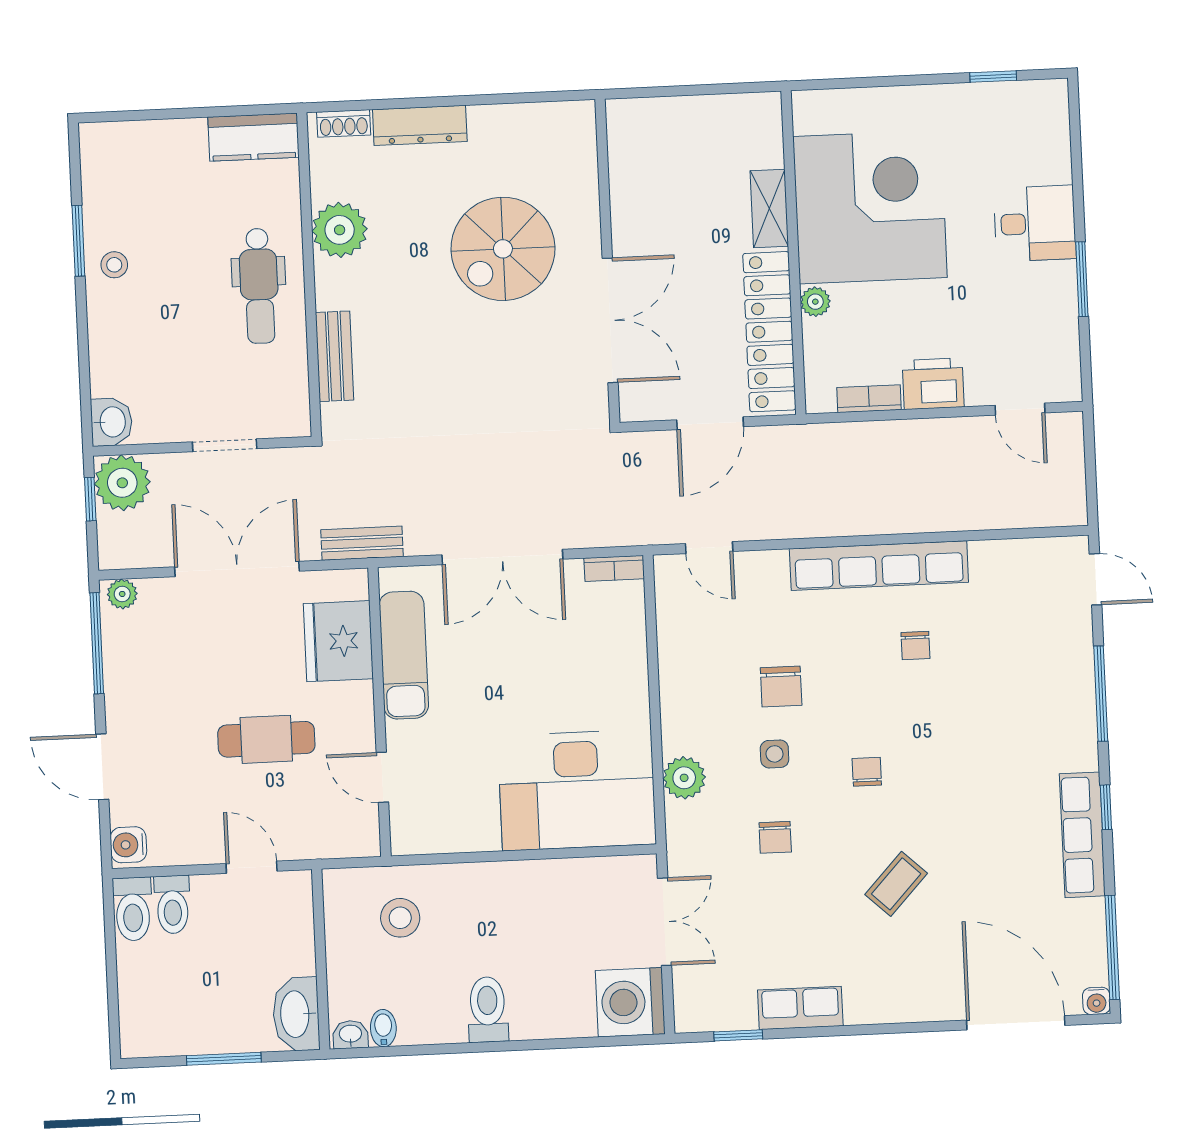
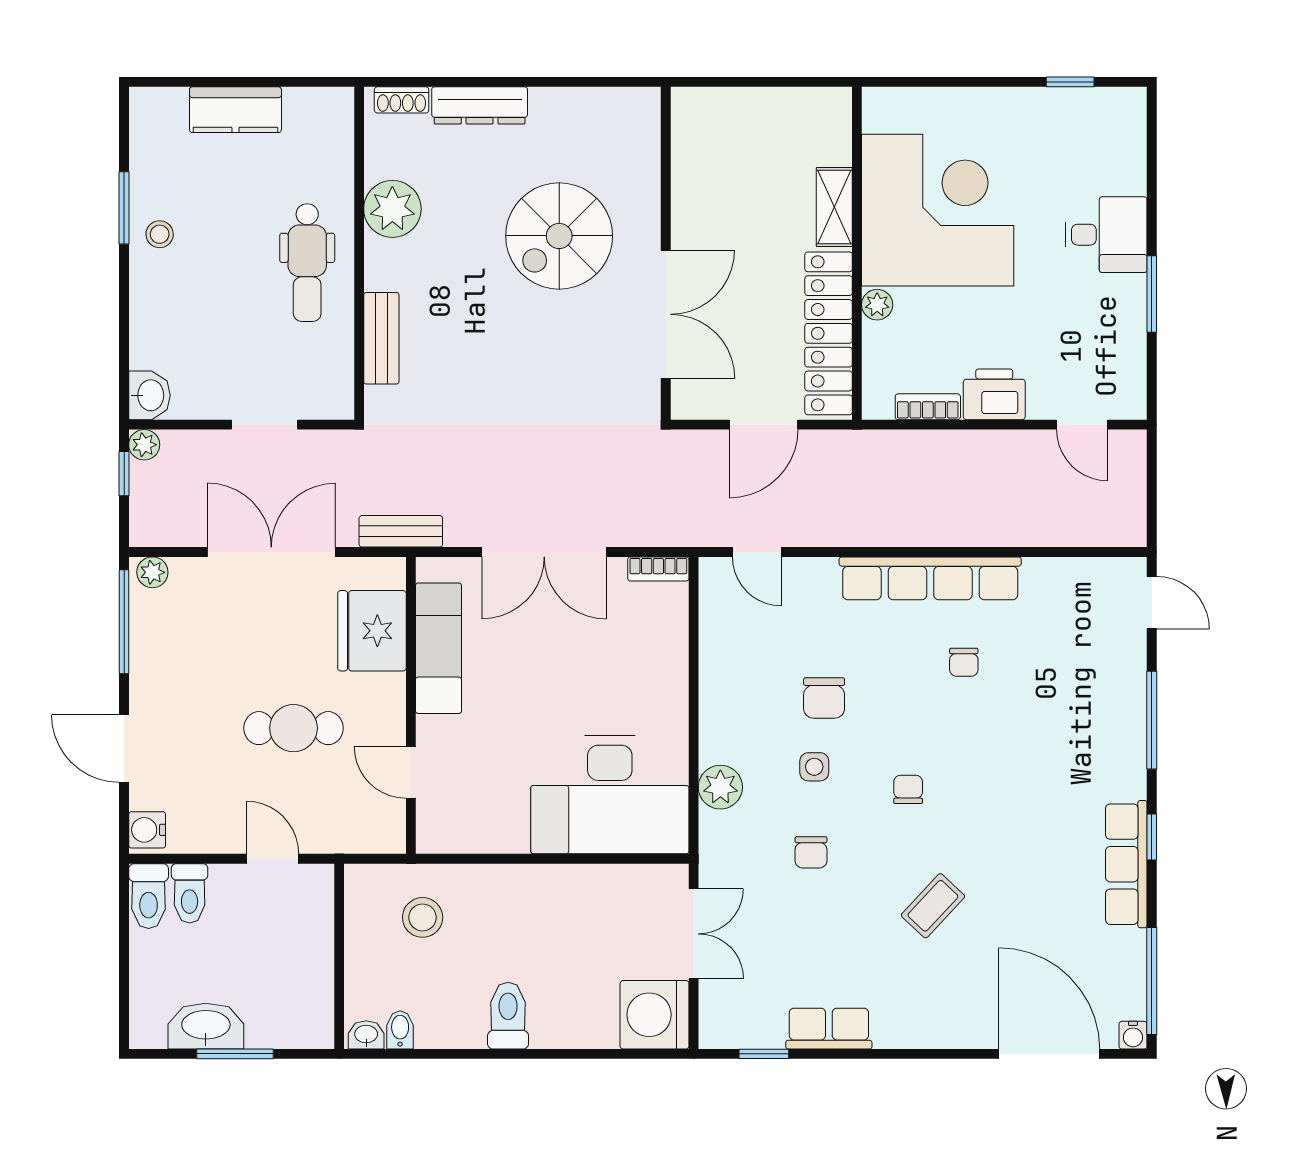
kitchen counter: (253, 137) -> (235, 110), moved
plant: (122, 483) -> (144, 445), width x0.53, depth x0.53
washbasin: (296, 1014) -> (206, 1026), moved, turned 90

